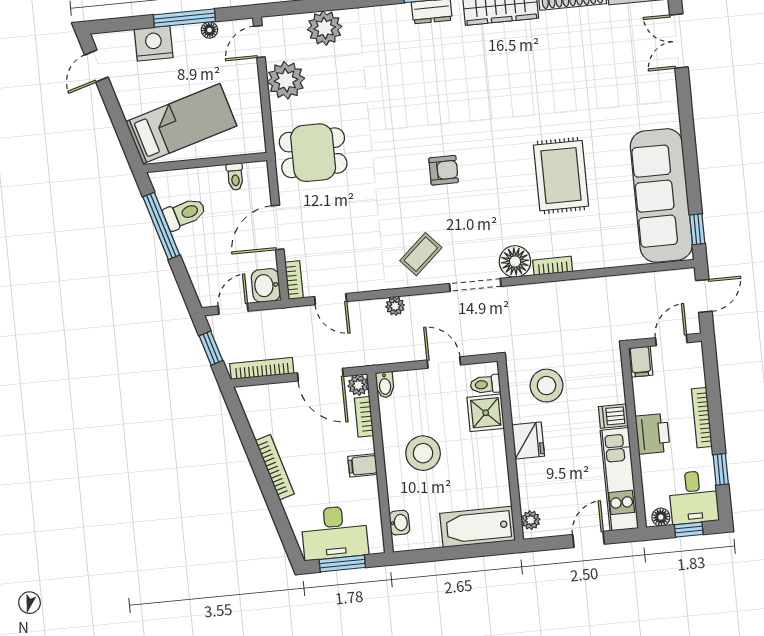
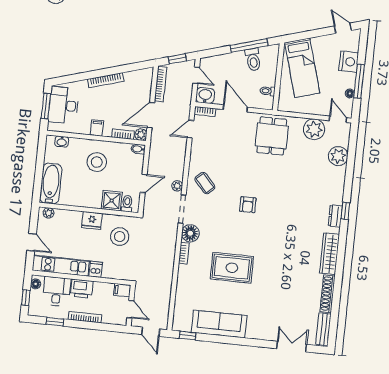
sofa: (661, 195) -> (219, 324), width x0.74, depth x0.79
plant: (395, 306) -> (177, 186), moved
desk: (694, 497) -> (57, 291), moved, turned 90

